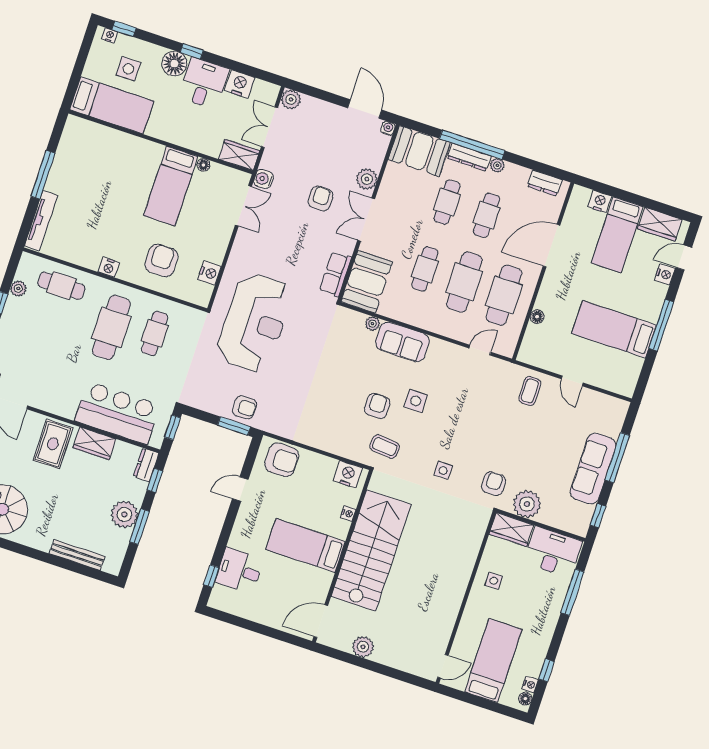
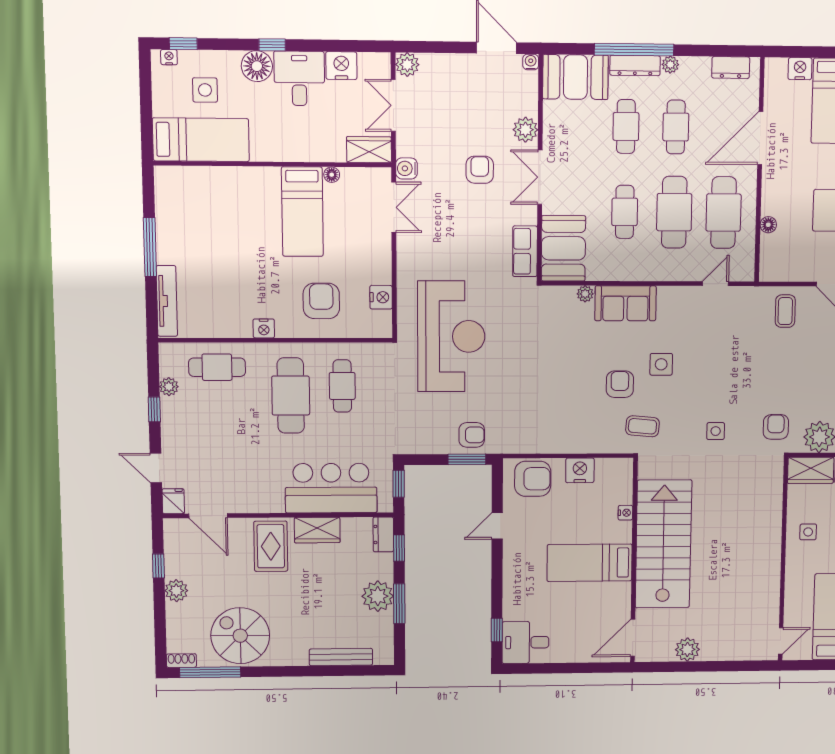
nightstand: (348, 474) -> (580, 470), moved
desk: (239, 571) -> (525, 642), moved

